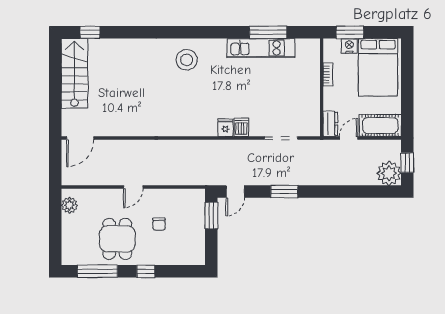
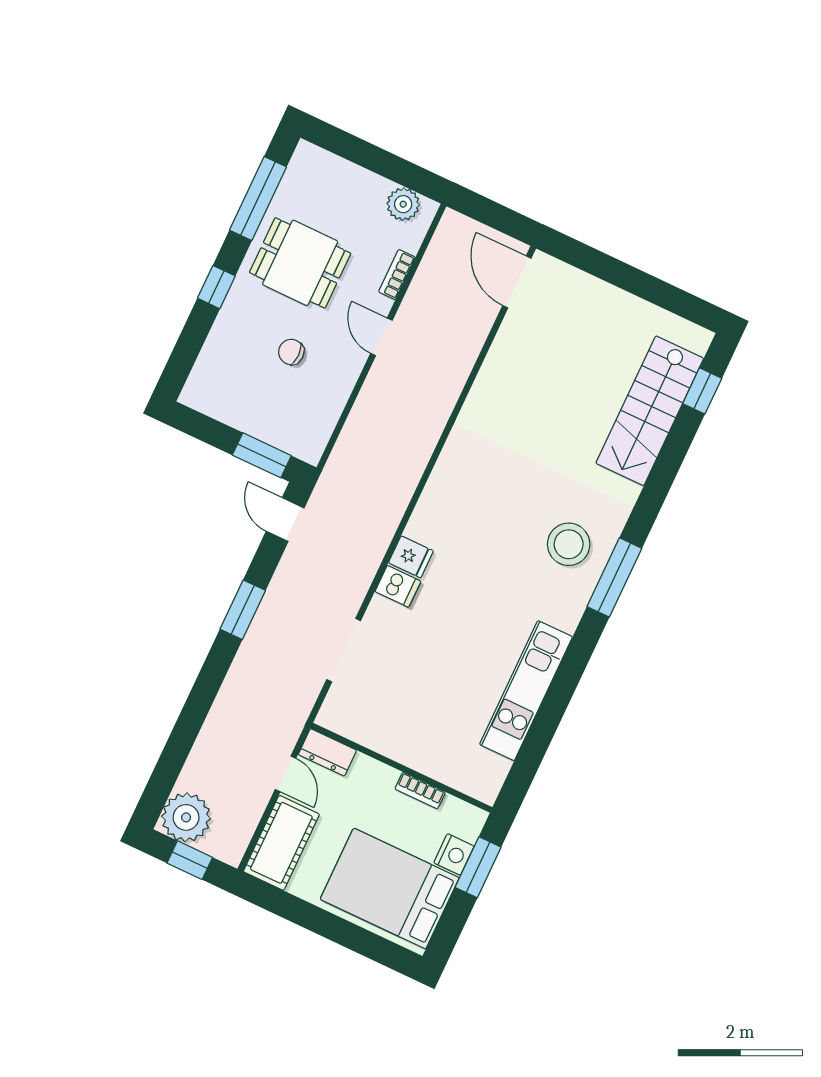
window: (268, 32) -> (614, 577), moved
stairs: (74, 73) -> (650, 411), moved, turned 90
bookcase: (102, 193) -> (397, 274), added

